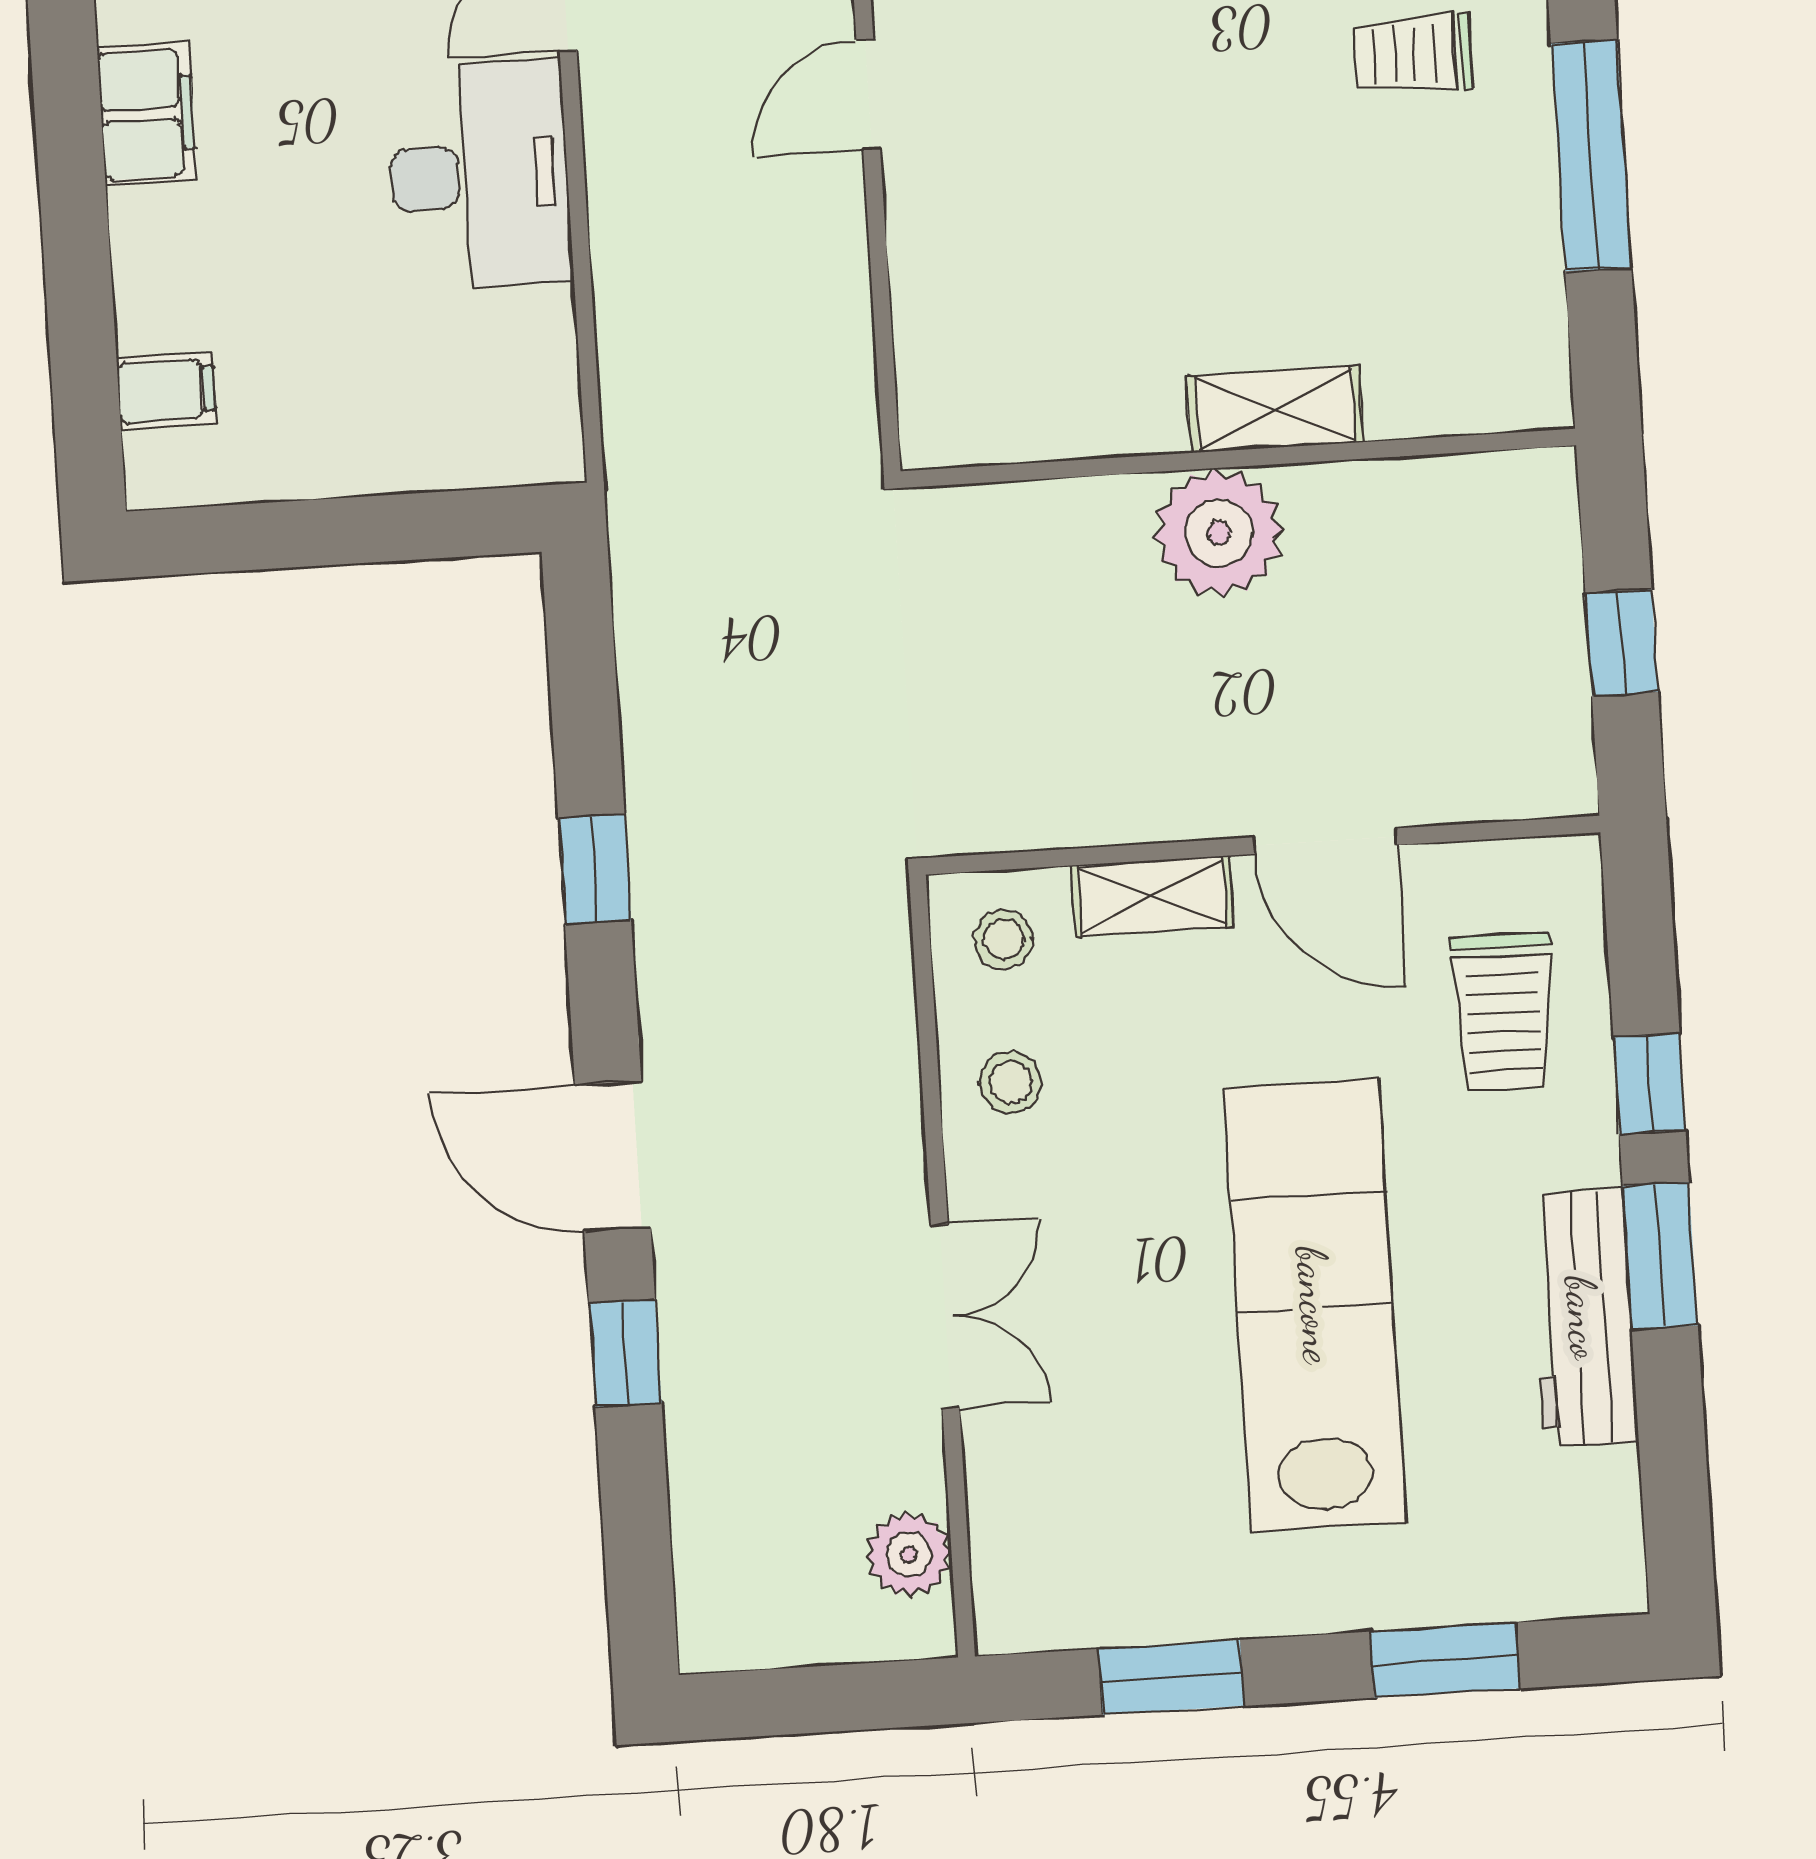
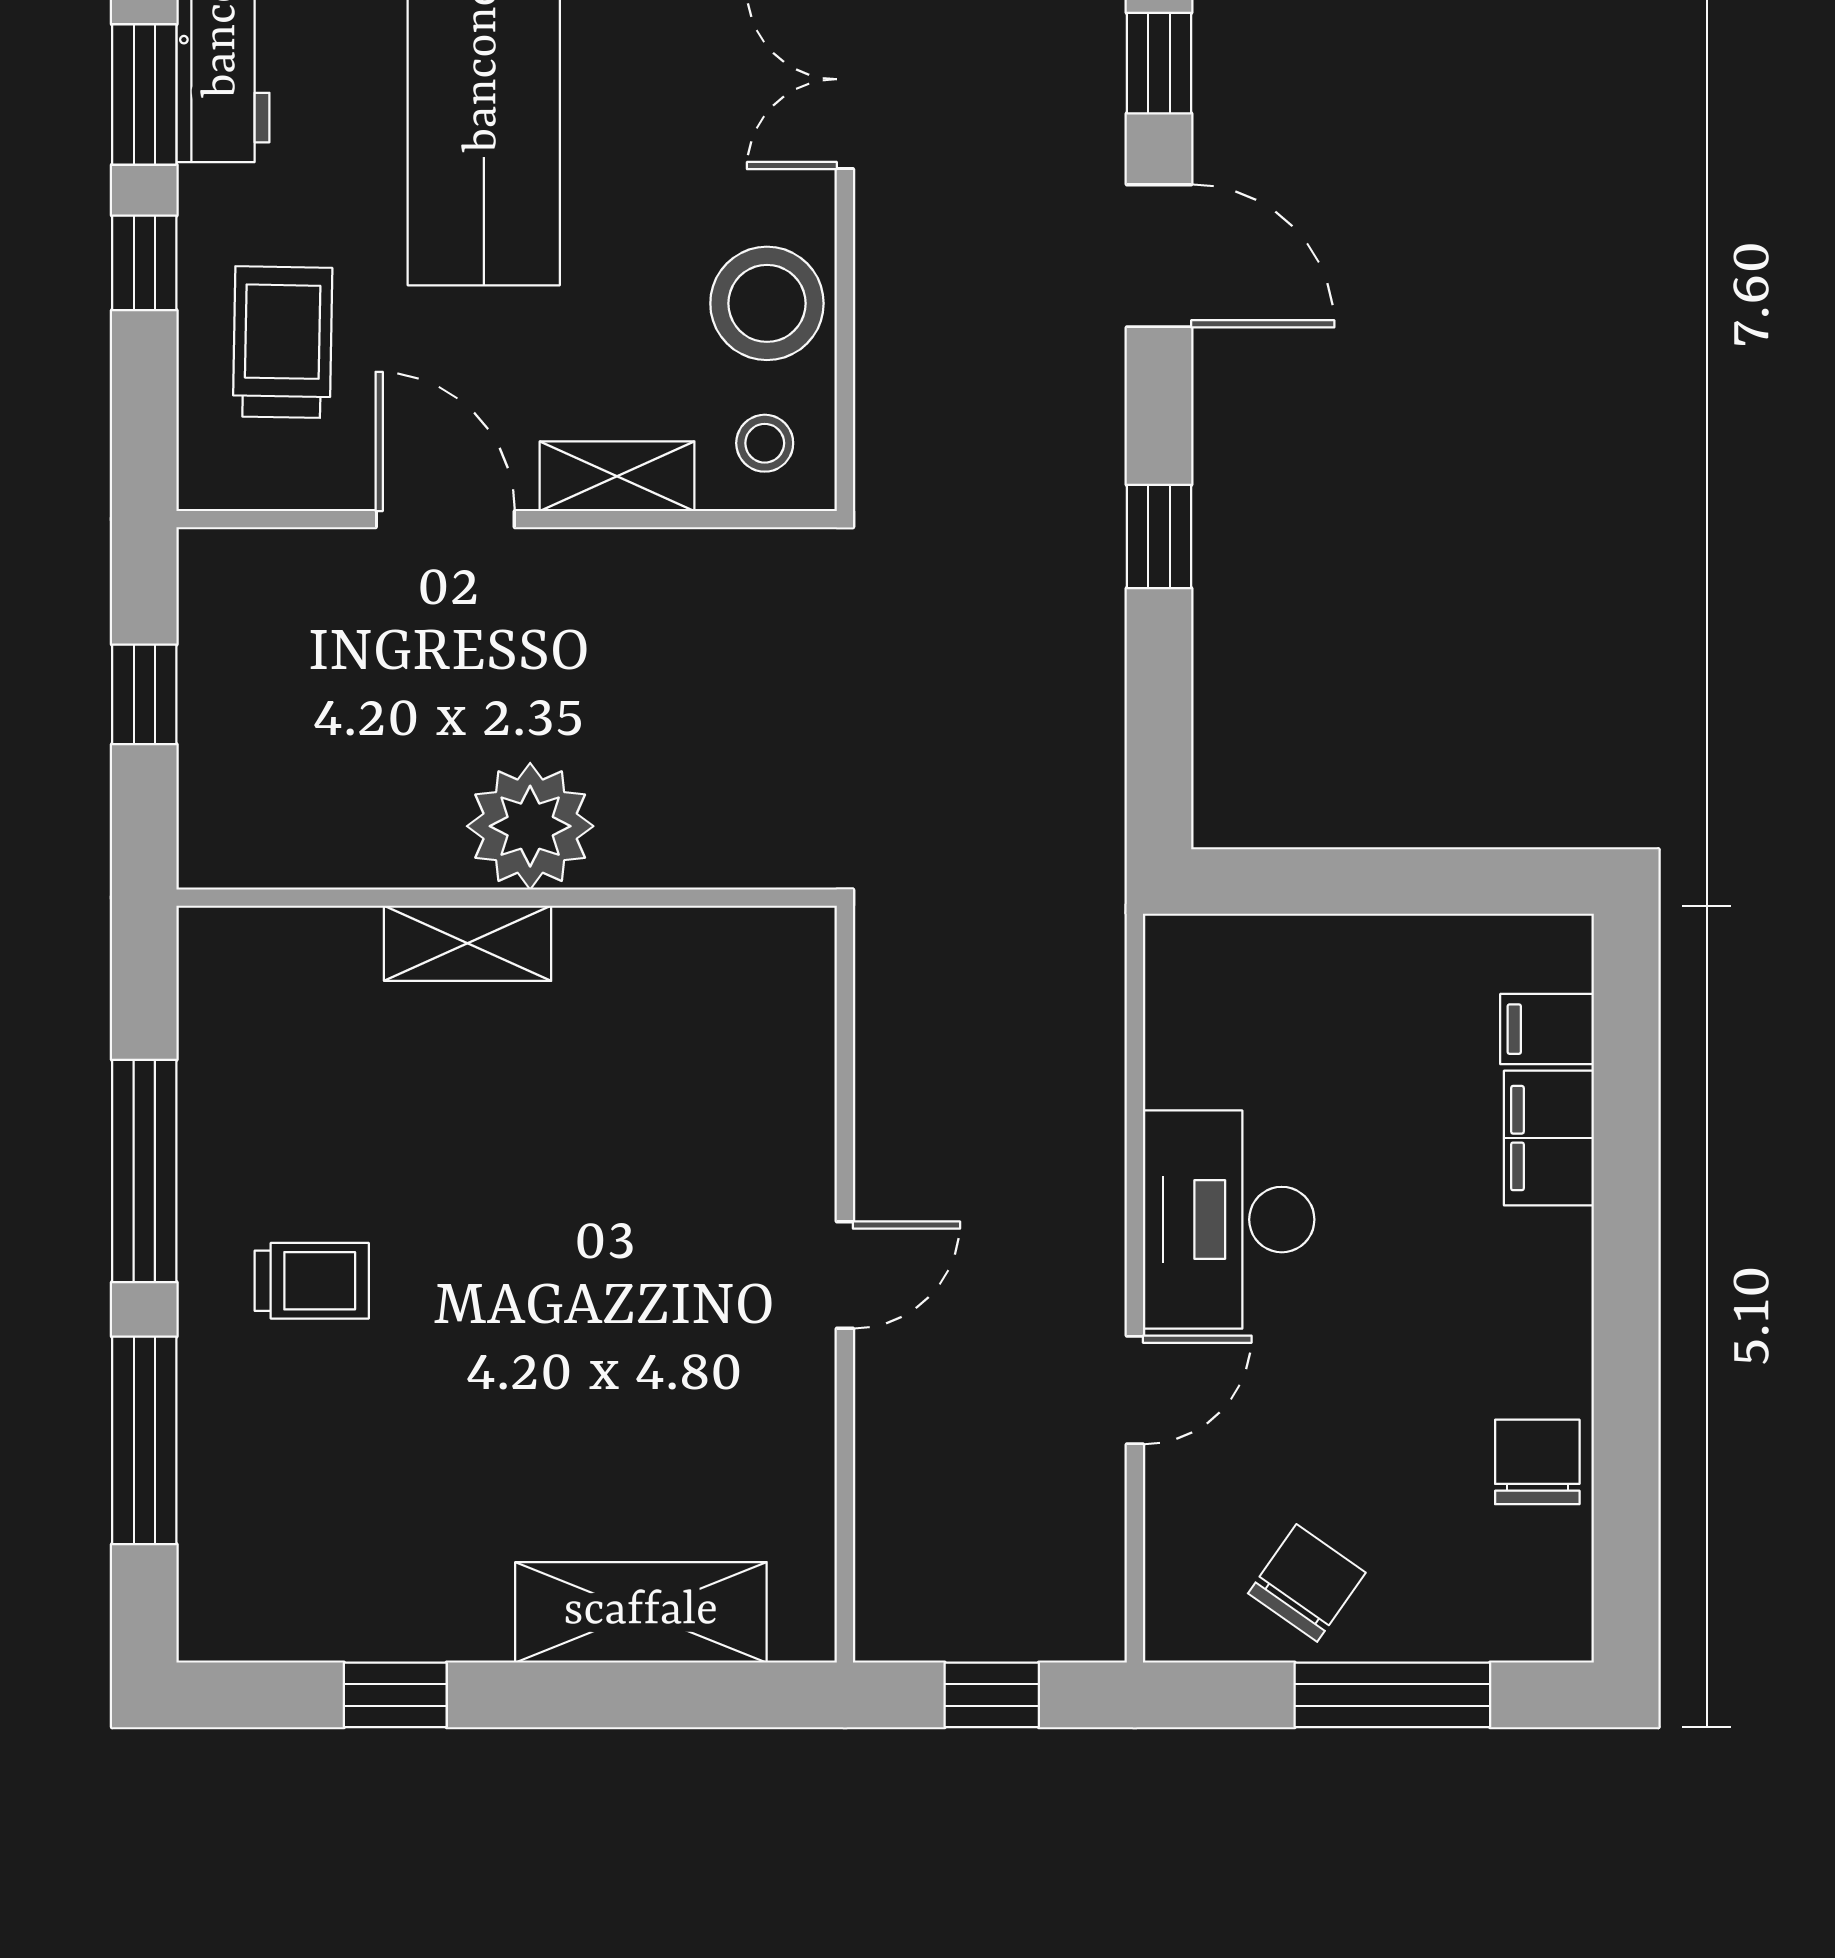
filing cabinet: (147, 114) -> (1549, 1138), moved
stool: (1010, 1082) -> (767, 303), width x1.89, depth x1.89

